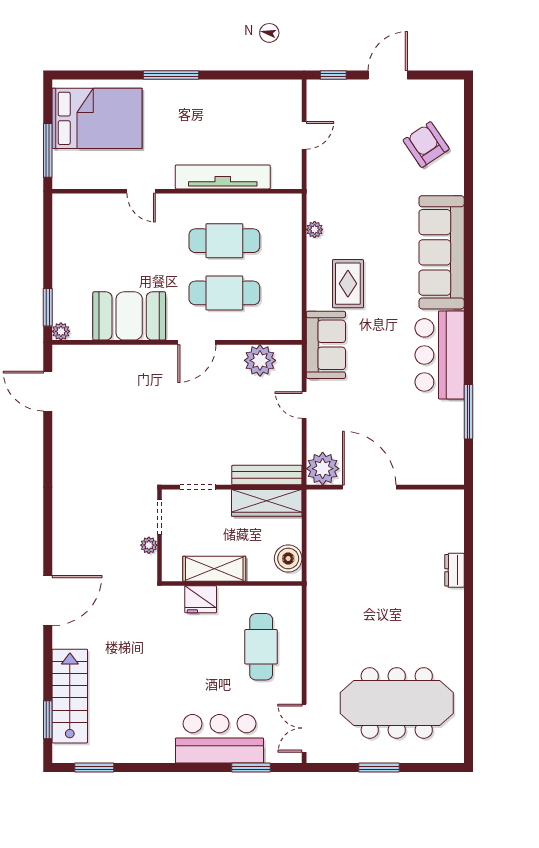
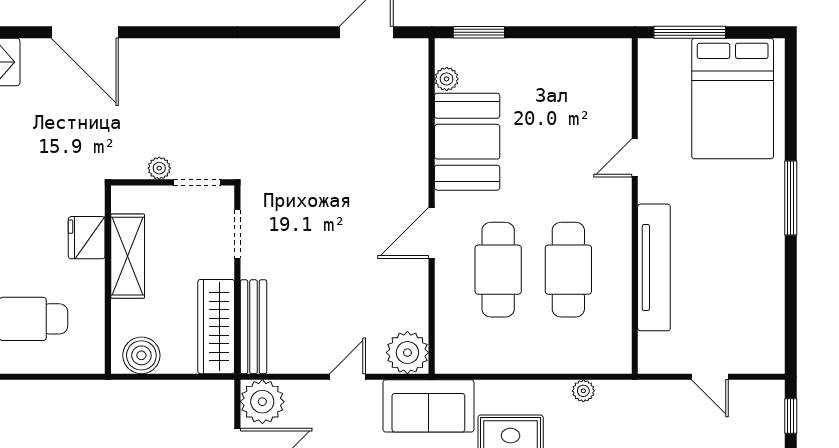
plant: (61, 331) -> (447, 79), moved
door: (197, 342) -> (432, 233), hinge flipped
plant: (260, 360) -> (407, 353), moved

